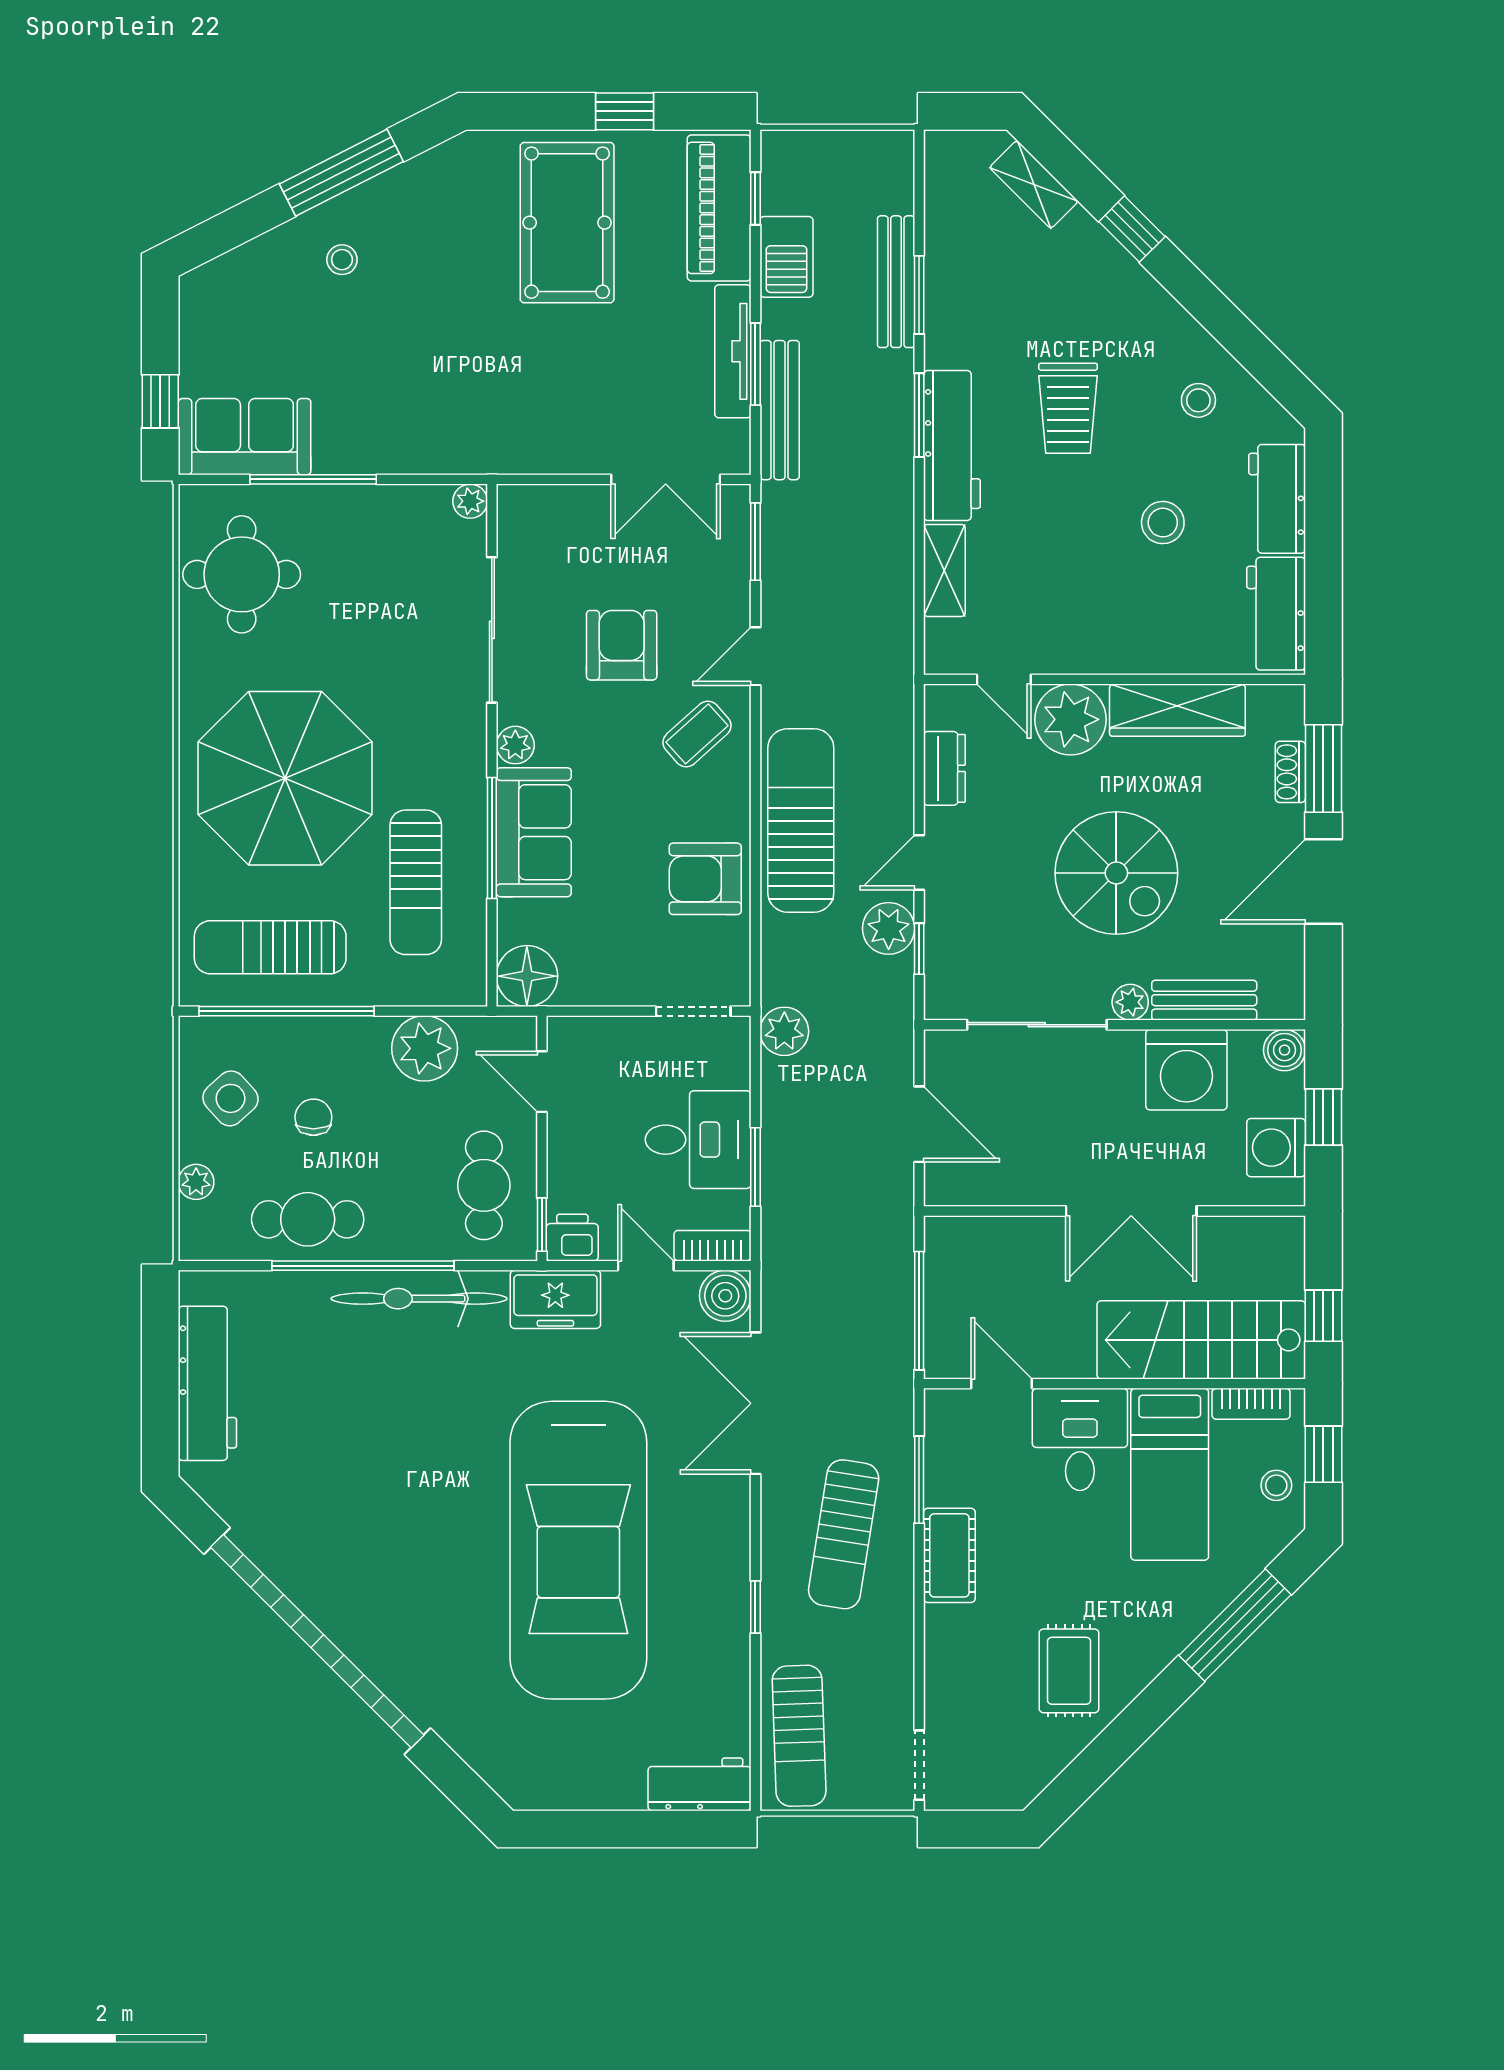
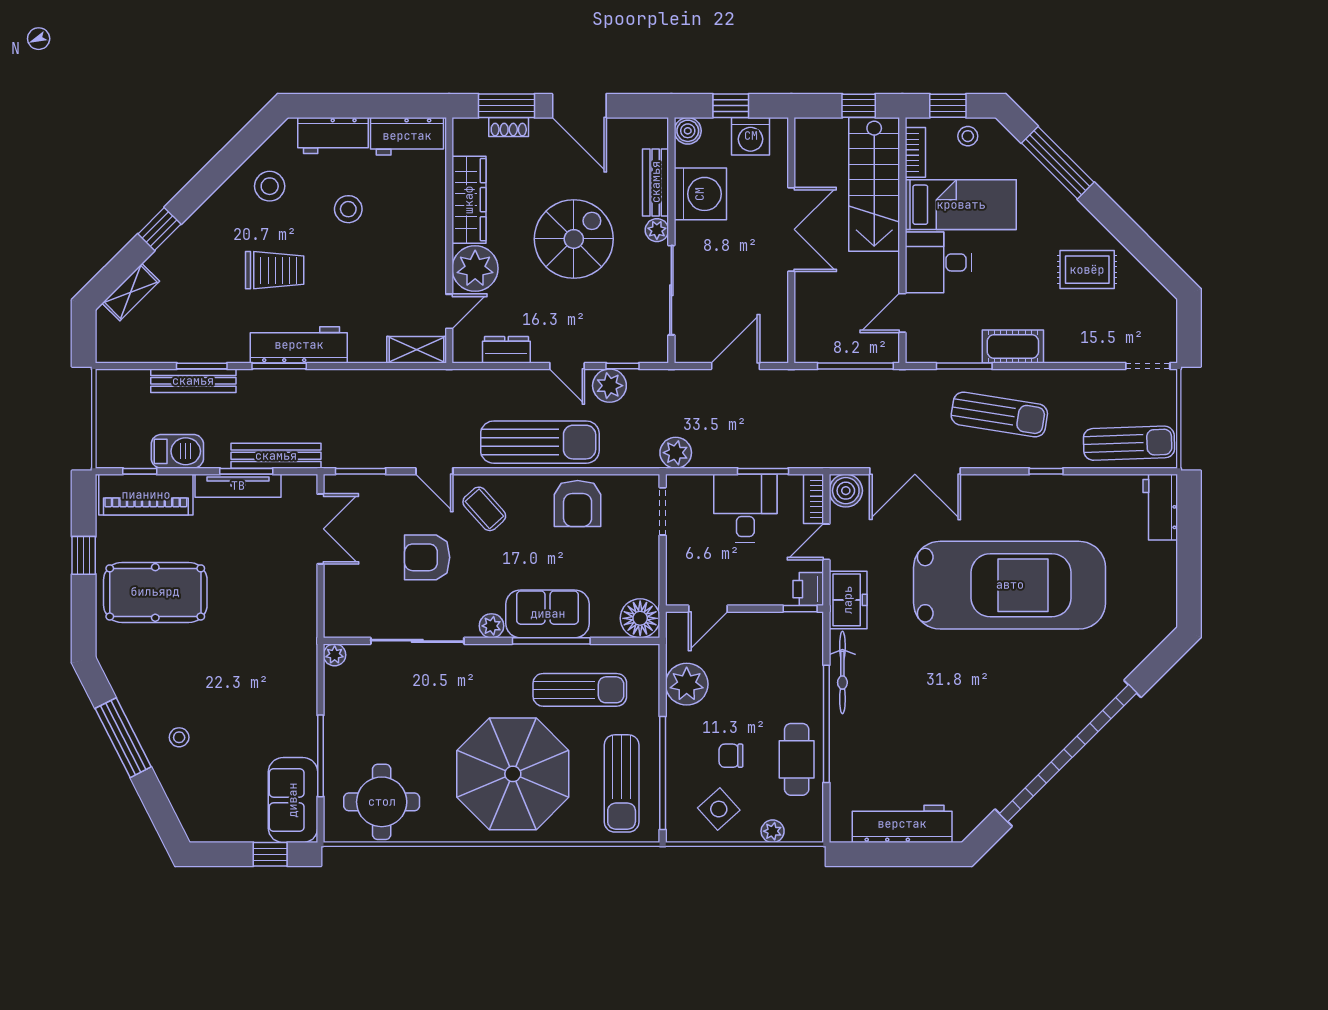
stool: (1198, 400) -> (270, 186), width x1.37, depth x1.37
shelving: (944, 570) -> (417, 350), moved
sun lounger: (801, 820) -> (540, 442), turned 180
cafe table: (484, 1185) -> (775, 646), removed
bicycle: (419, 1299) -> (842, 673), width x0.73, depth x0.71

